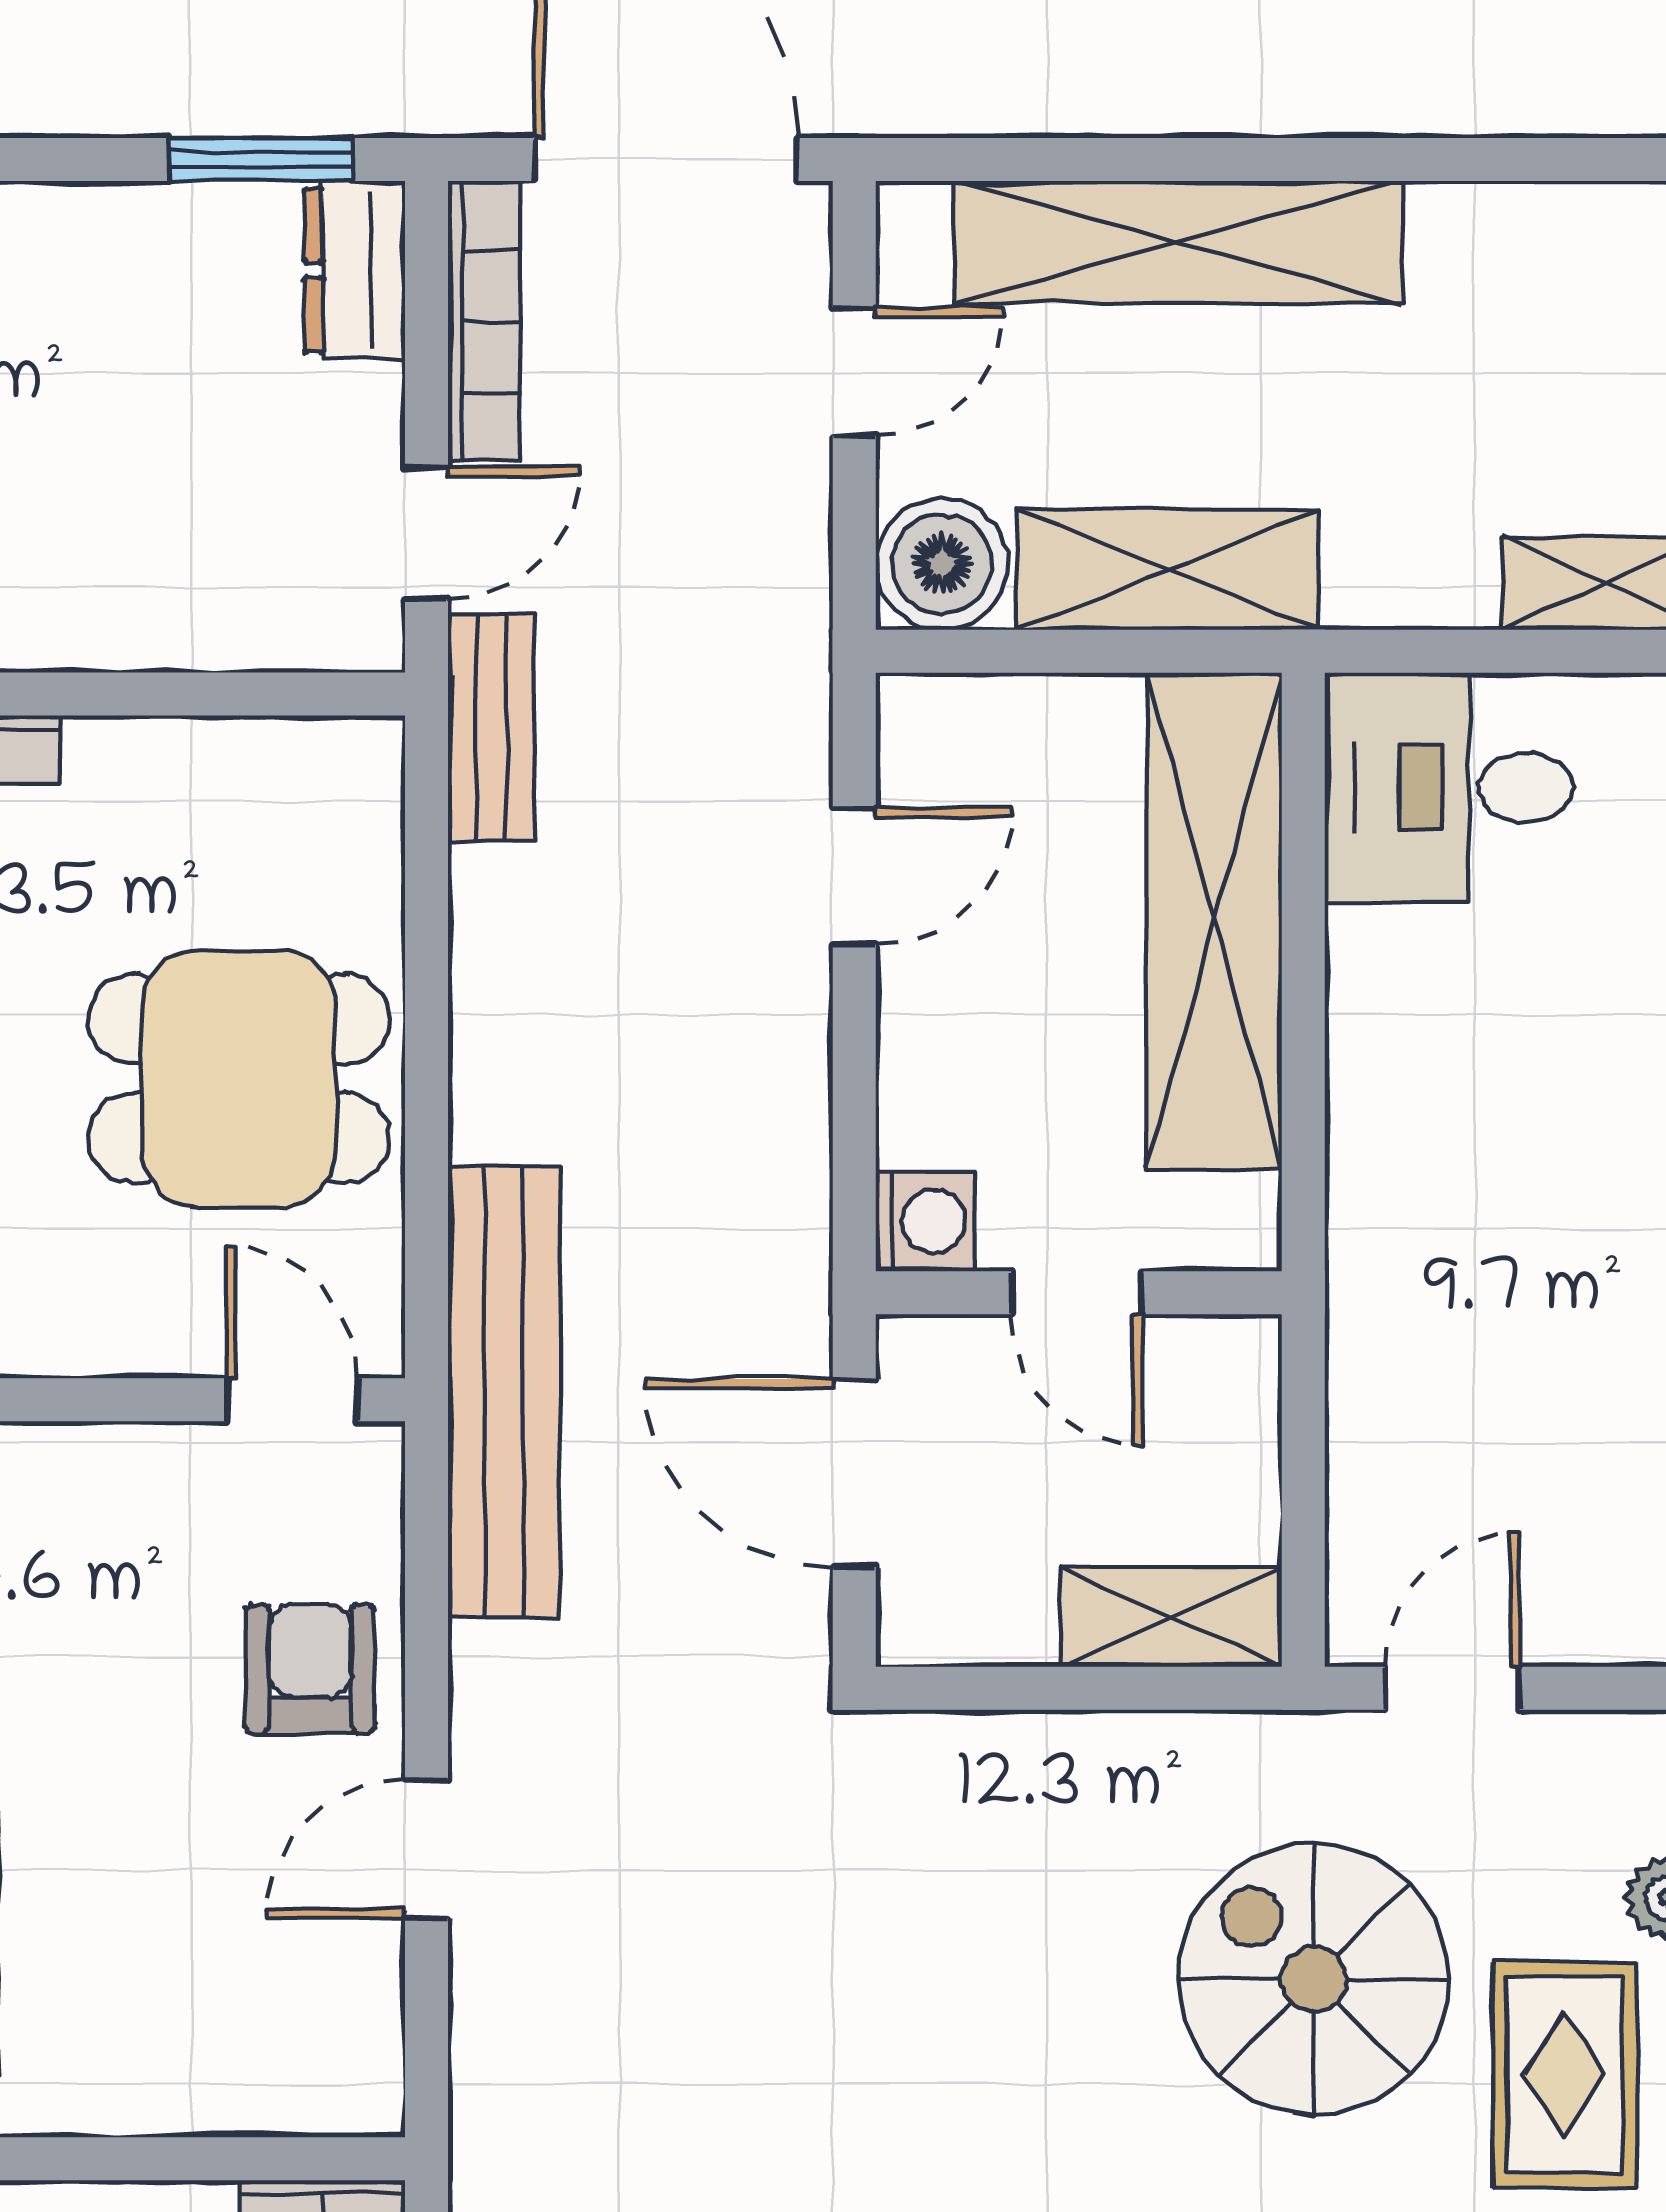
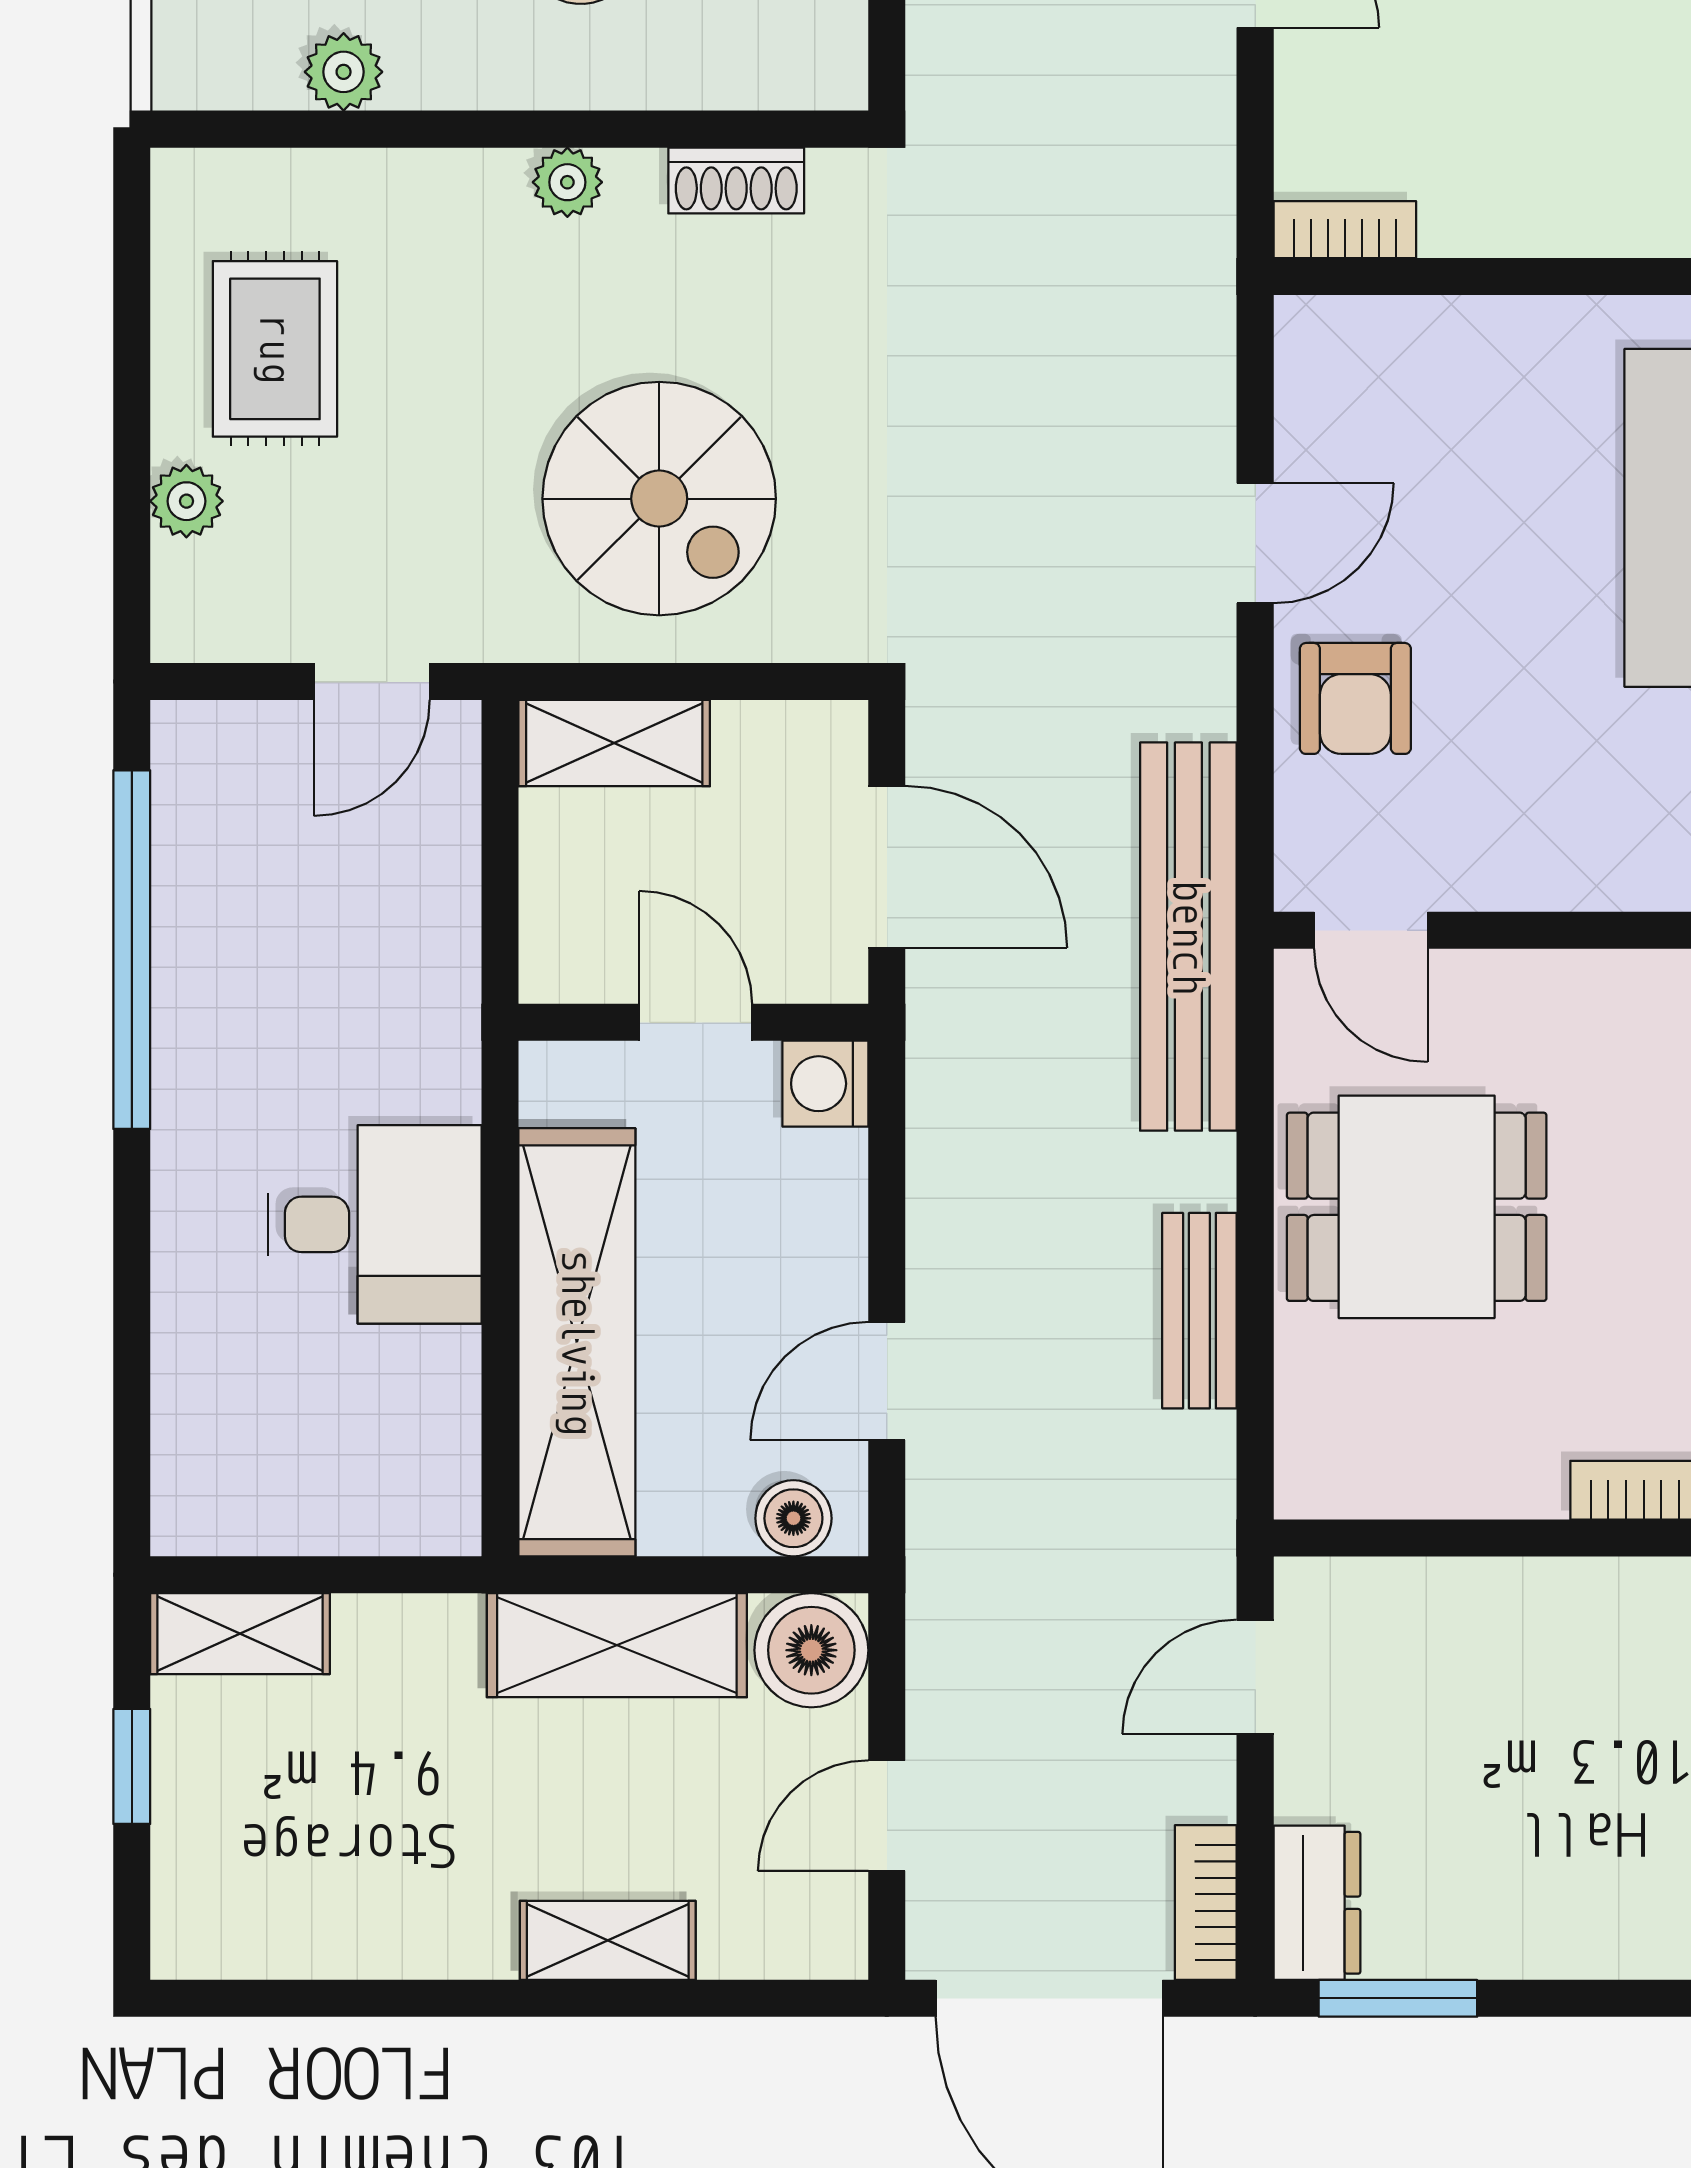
shelving: (1178, 242) -> (608, 1940), width x0.45, depth x0.75
bookcase: (484, 321) -> (1206, 1903), width x0.64
boiler: (963, 717) -> (793, 1518), added
bench: (491, 727) -> (1199, 1311), moved
desk: (1449, 788) -> (375, 1224), moved
spiral stairs: (1314, 1979) -> (659, 499), moved

